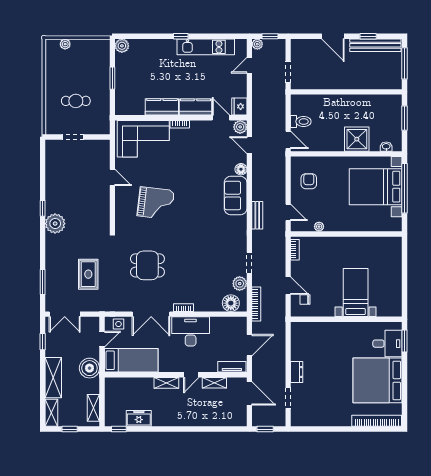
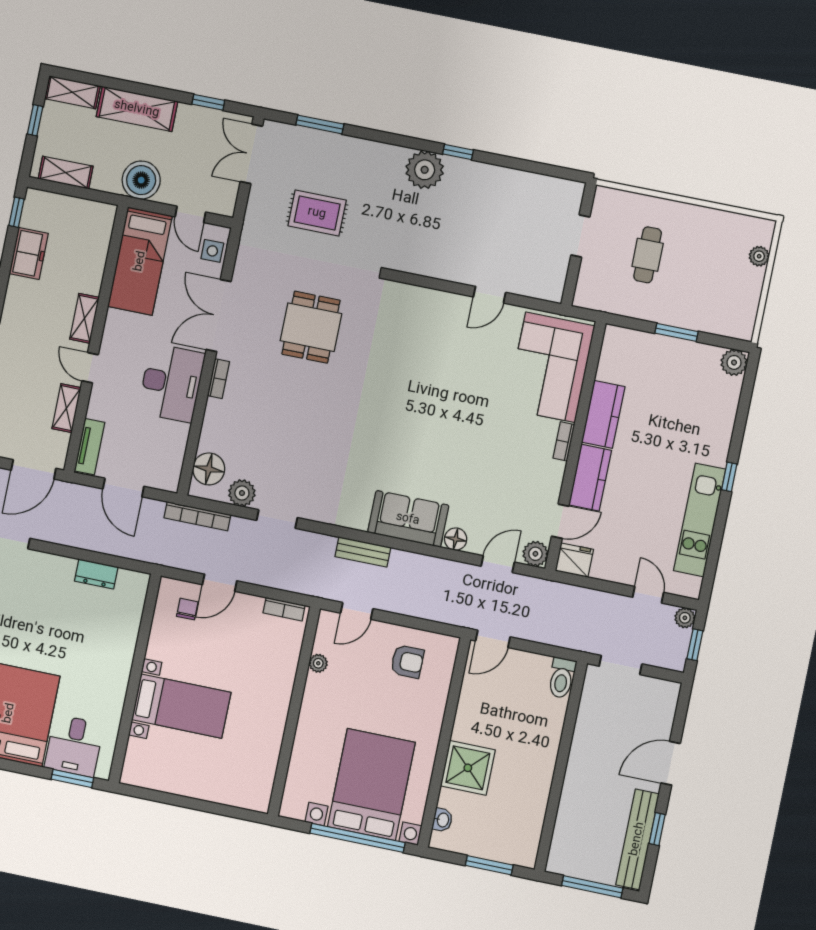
toilet: (301, 122) -> (562, 678), moved
grand piano: (156, 203) -> (425, 366), removed
dresser: (297, 372) -> (96, 574), moved

